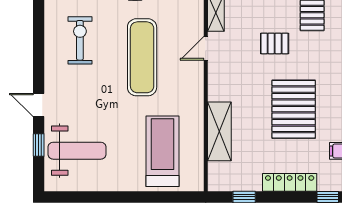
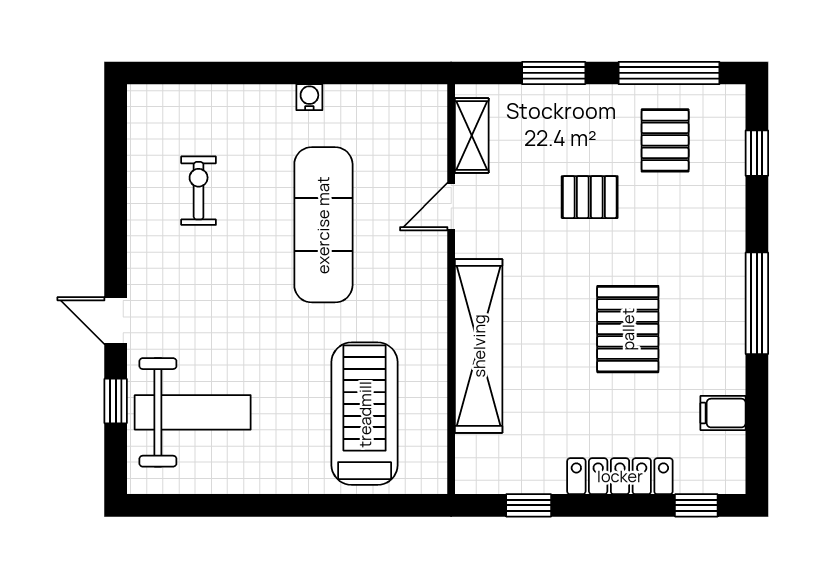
exercise bike: (80, 40) -> (199, 191), width x0.73, depth x0.72
pallet: (294, 109) -> (628, 329), width x0.73, depth x0.71
shelving: (219, 131) -> (479, 346), width x1.47

